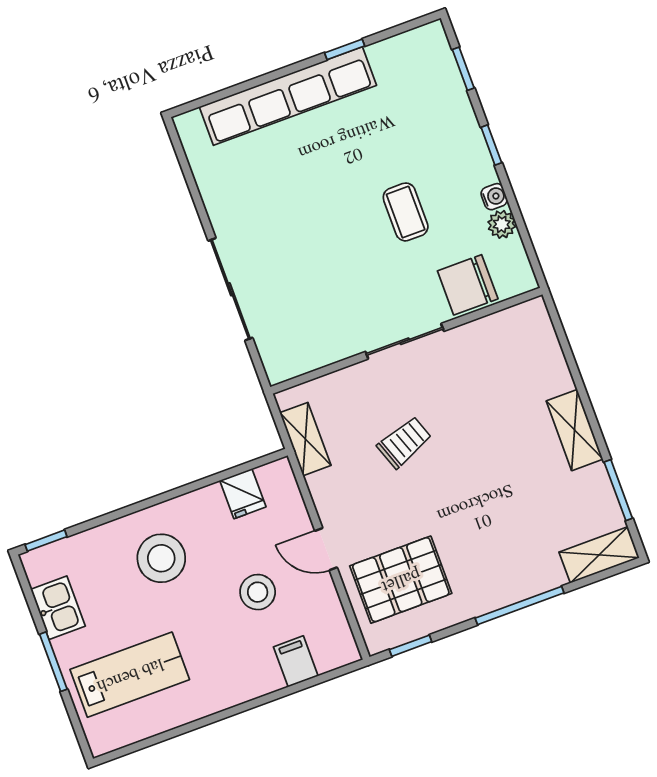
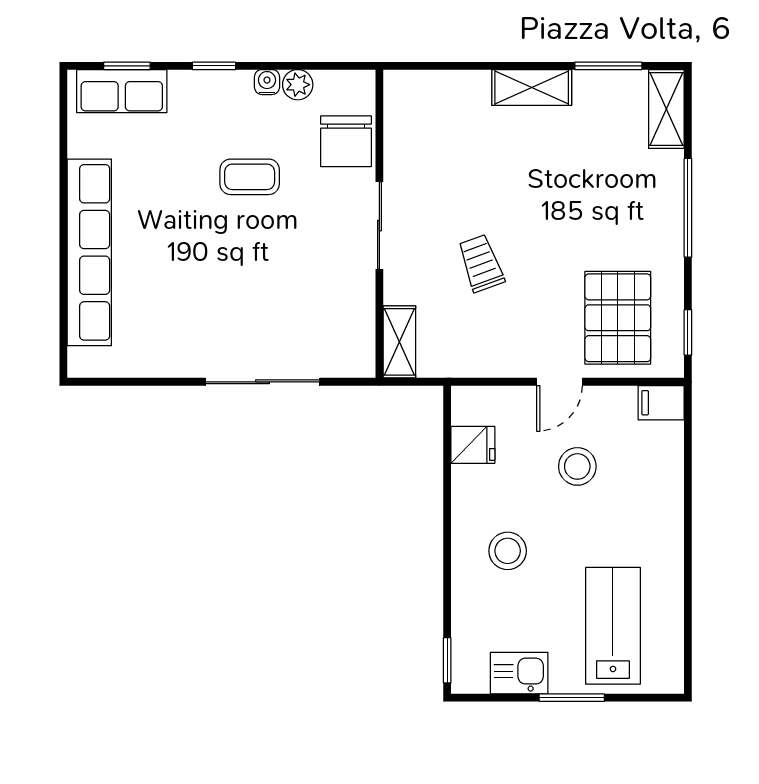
window: (345, 49) -> (63, 178), removed
row of seats: (439, 72) -> (122, 91), added
shelving: (305, 439) -> (399, 342), moved, turned 90
stool: (161, 558) -> (508, 551), width x0.73, depth x0.73
filing cabinet: (296, 661) -> (661, 403), moved

